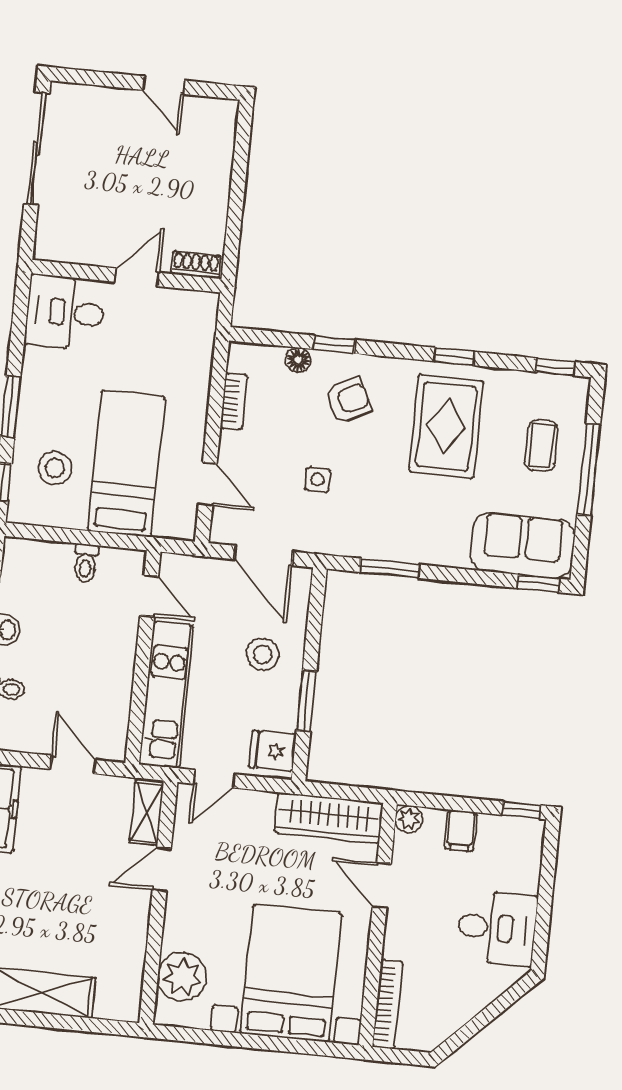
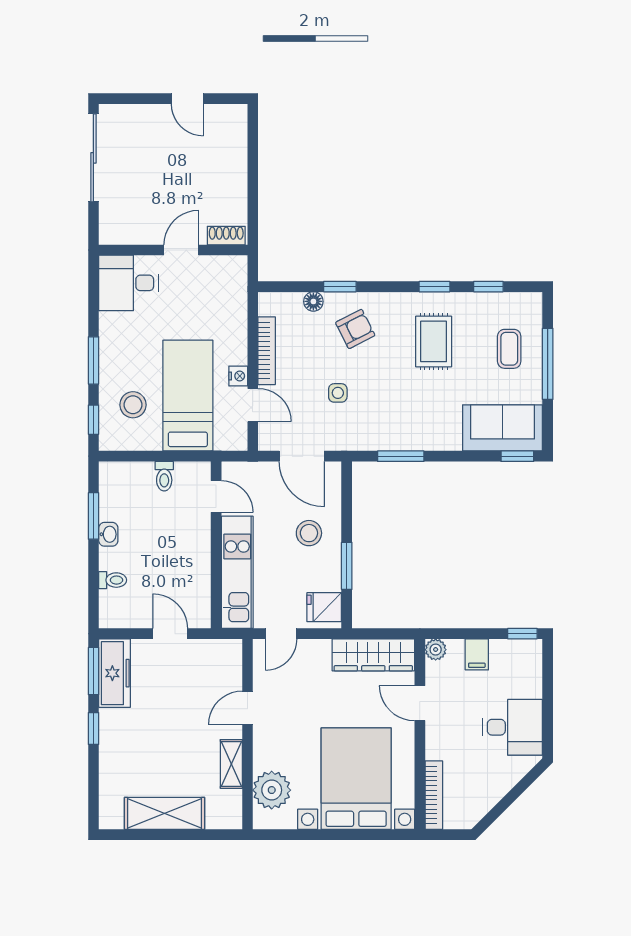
window: (555, 367) -> (488, 287), moved
bookcase: (234, 401) -> (267, 351), width x1.56
rug: (446, 426) -> (434, 341), width x0.73, depth x0.70
nightstand: (193, 445) -> (238, 376), added
shelving: (147, 812) -> (231, 764), moved

